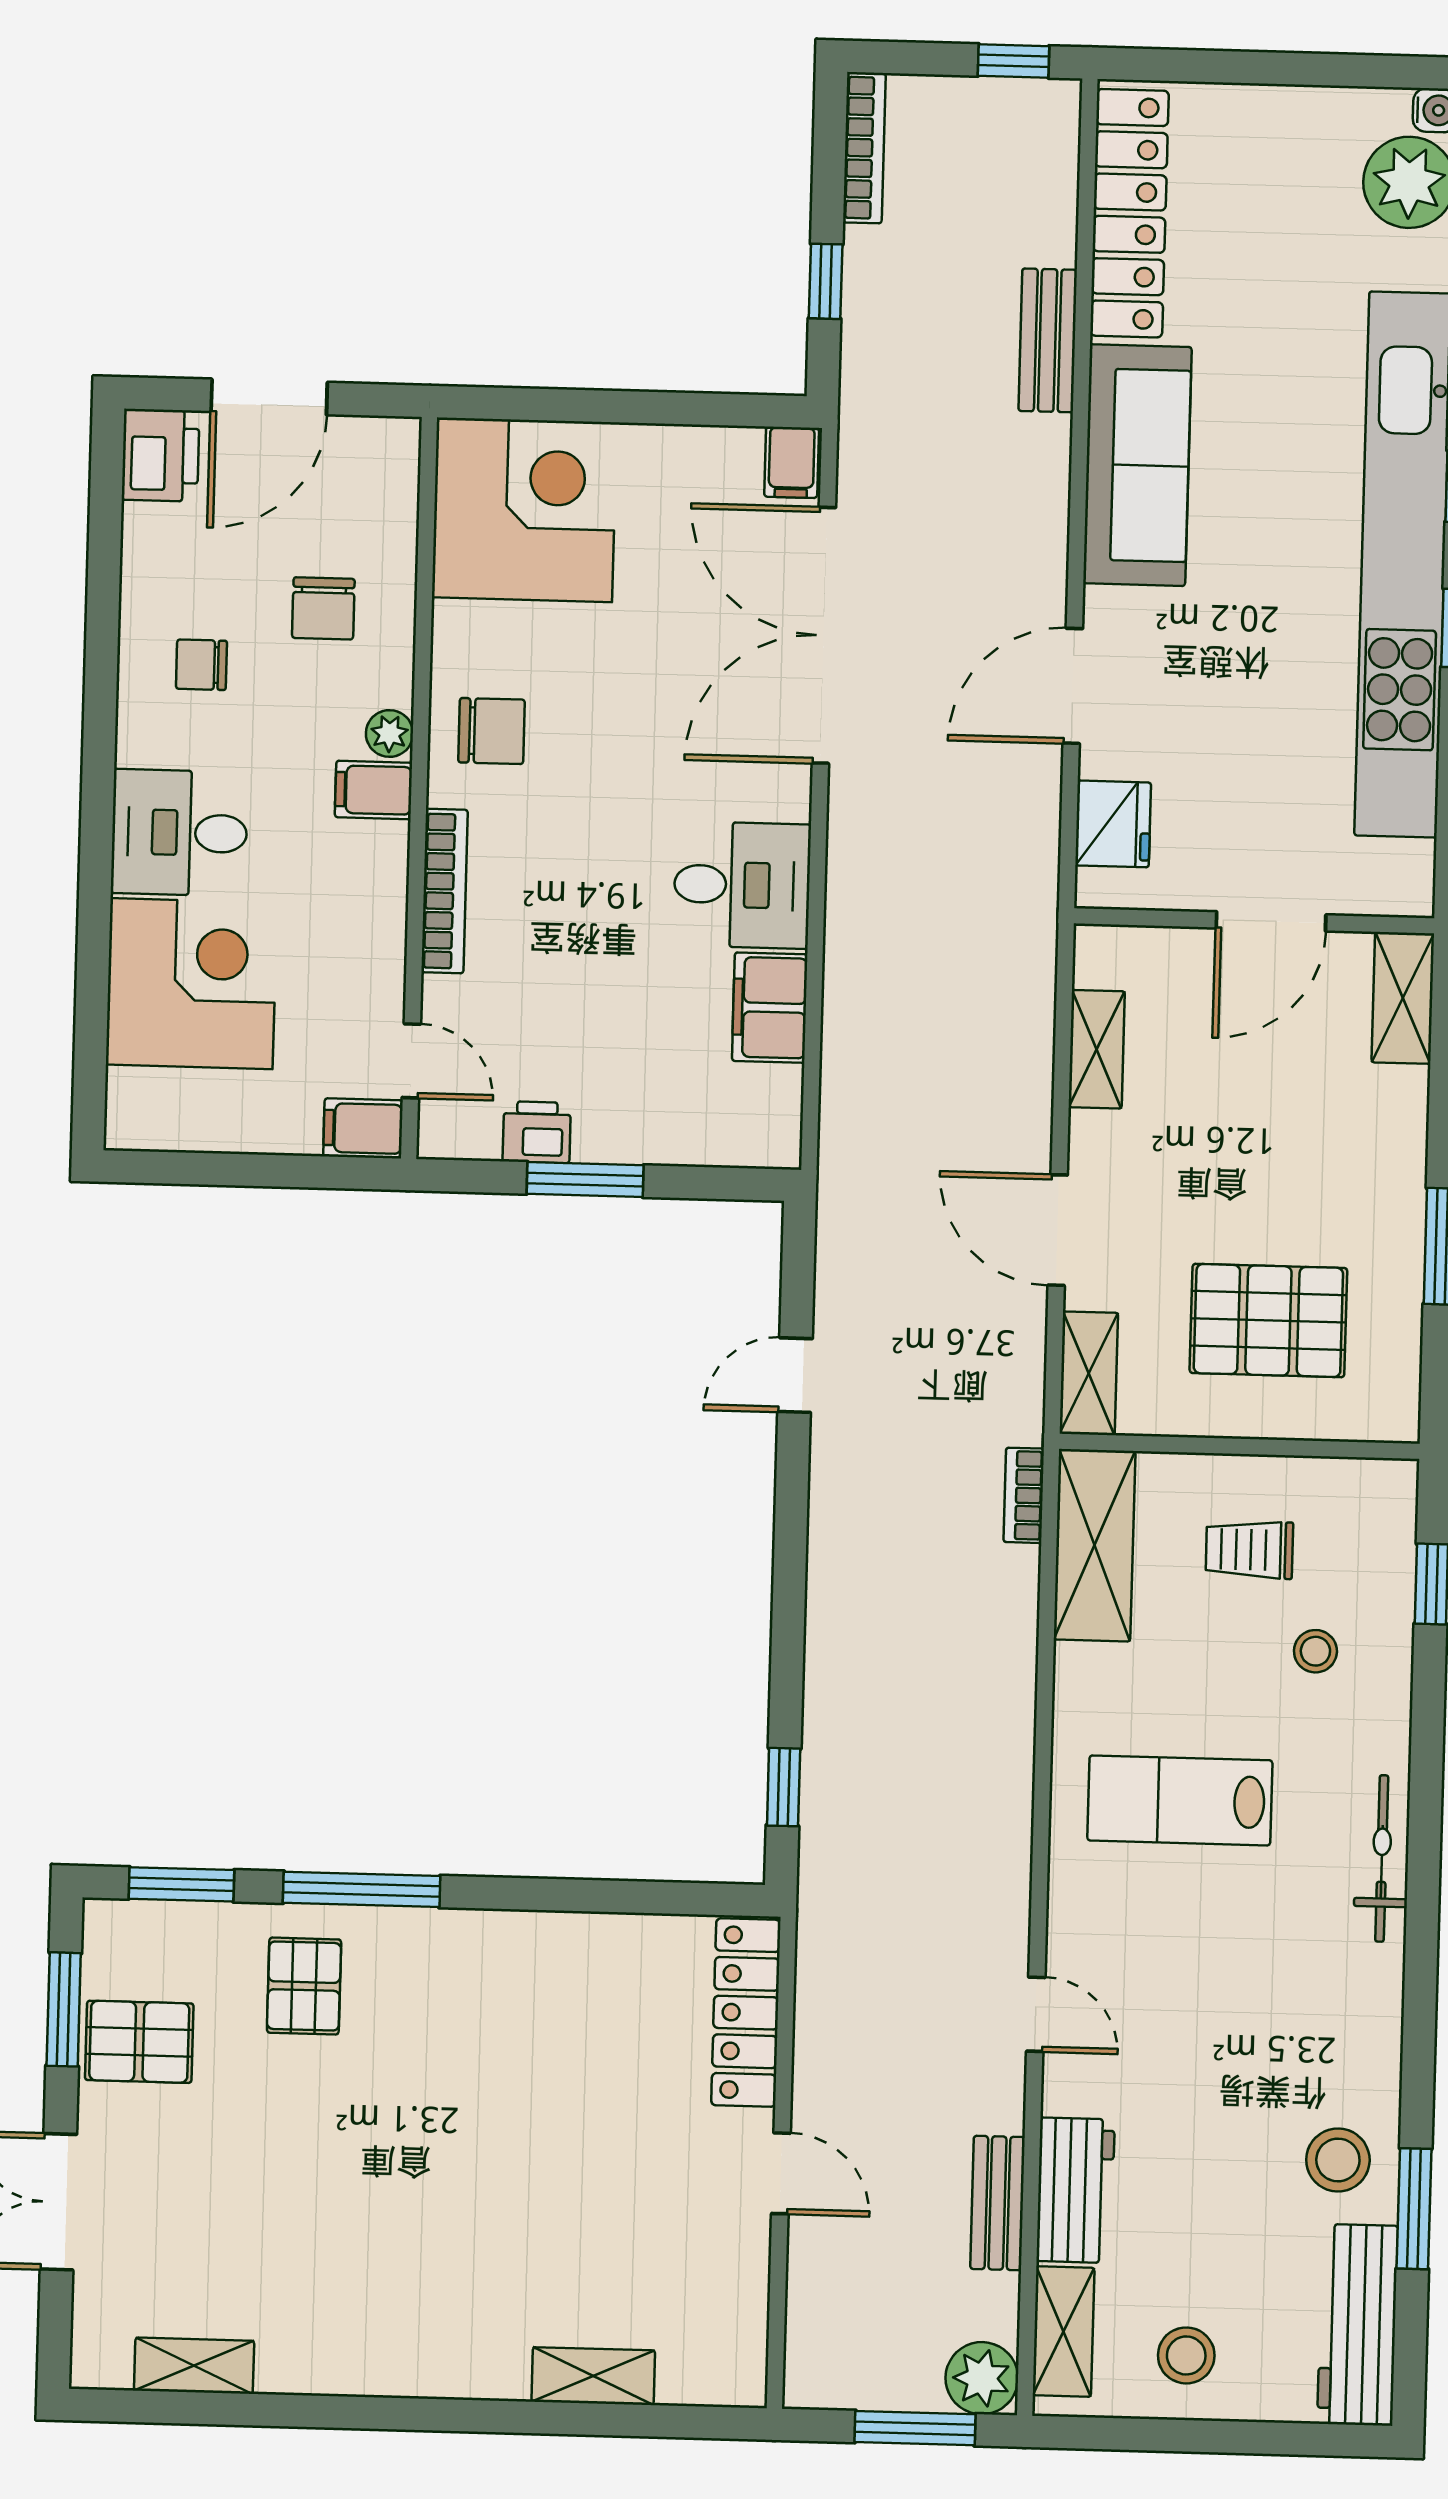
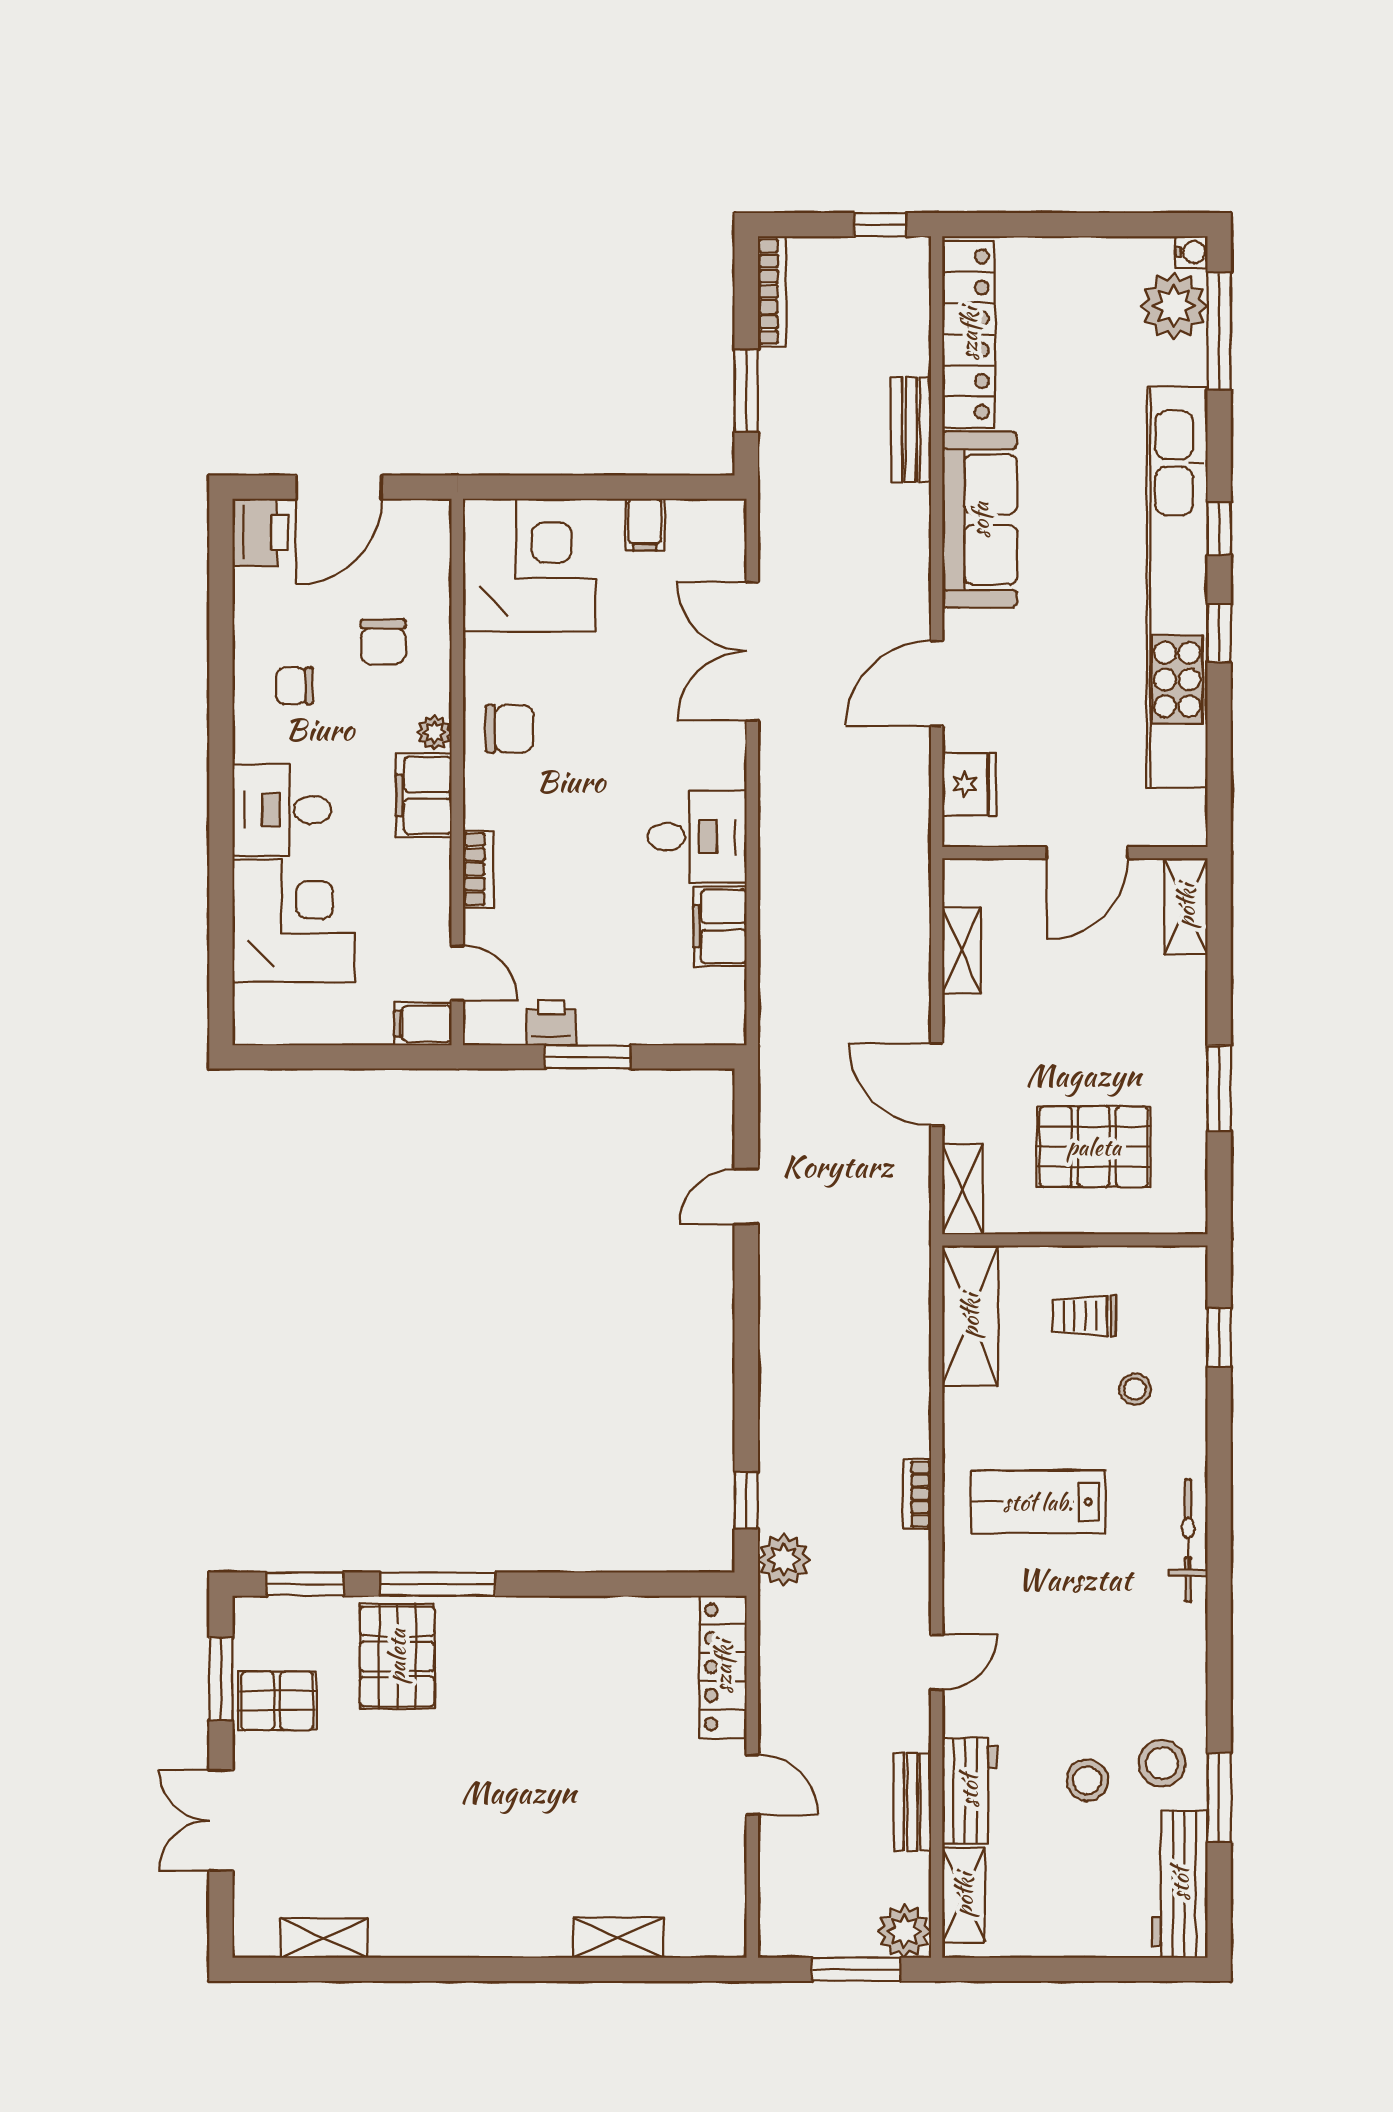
window: (826, 281) -> (746, 391), width x1.50
filing cabinet: (792, 462) -> (645, 525), moved
double door: (824, 635) -> (752, 651), width x0.73
filing cabinet: (374, 790) -> (424, 795), width x2.00
bookcase: (445, 891) -> (478, 869), width x0.64
bookcase: (1024, 1495) -> (917, 1494), moved
plant: (832, 1870) -> (784, 1560), added
pallet: (304, 1986) -> (397, 1656), width x1.50, depth x1.42
door: (1036, 2014) -> (937, 1662), hinge flipped
stool: (1186, 2355) -> (1087, 1780), moved

